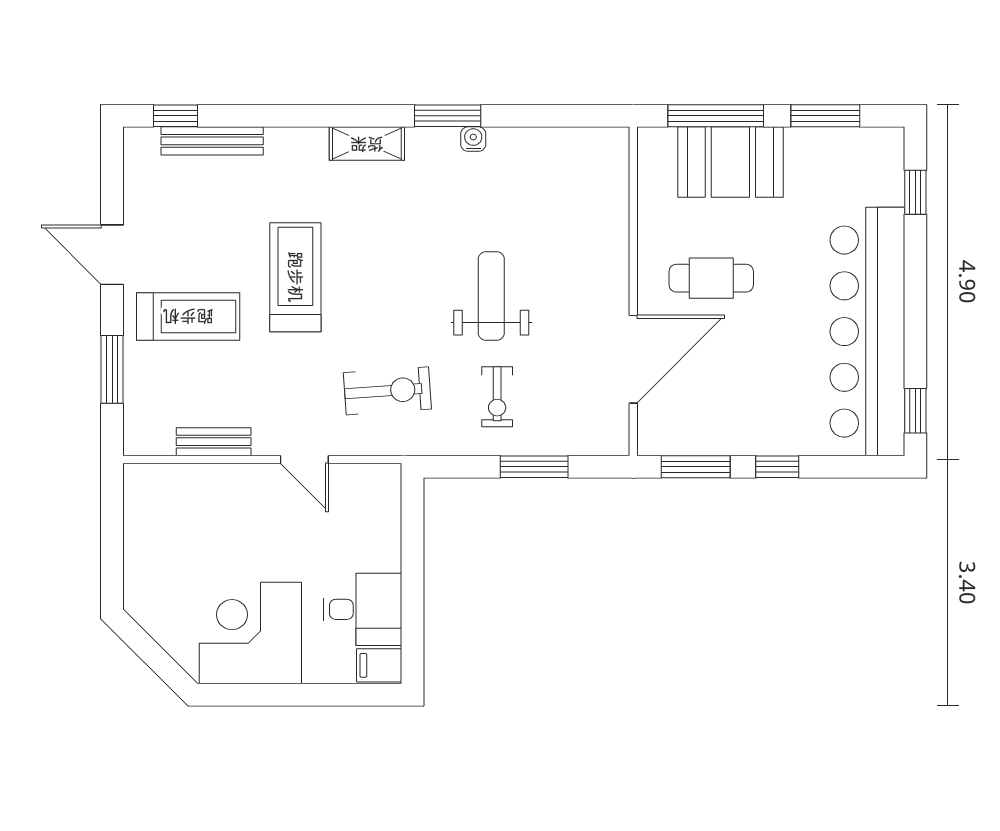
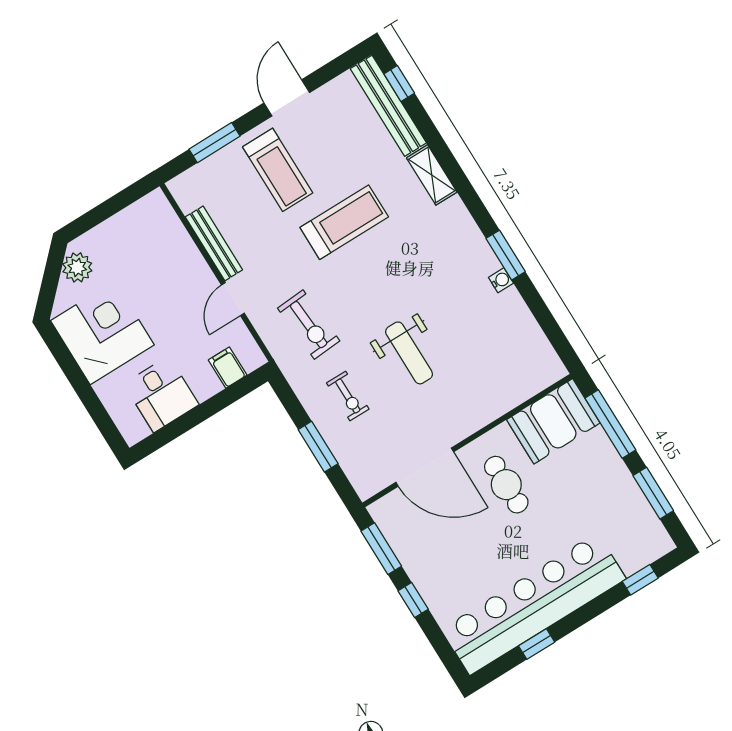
bench: (212, 141) -> (388, 106), width x1.37, depth x1.21
shelving: (367, 144) -> (432, 175), moved
booth: (730, 162) -> (553, 421), moved, turned 90
weight bench: (491, 296) -> (409, 353), turned 90
exercise bike: (497, 397) -> (348, 396), turned -90
window: (915, 411) -> (537, 644), moved
bench: (214, 442) -> (214, 243), width x1.36
plant: (158, 615) -> (77, 267), added
filing cabinet: (379, 665) -> (228, 368), moved

